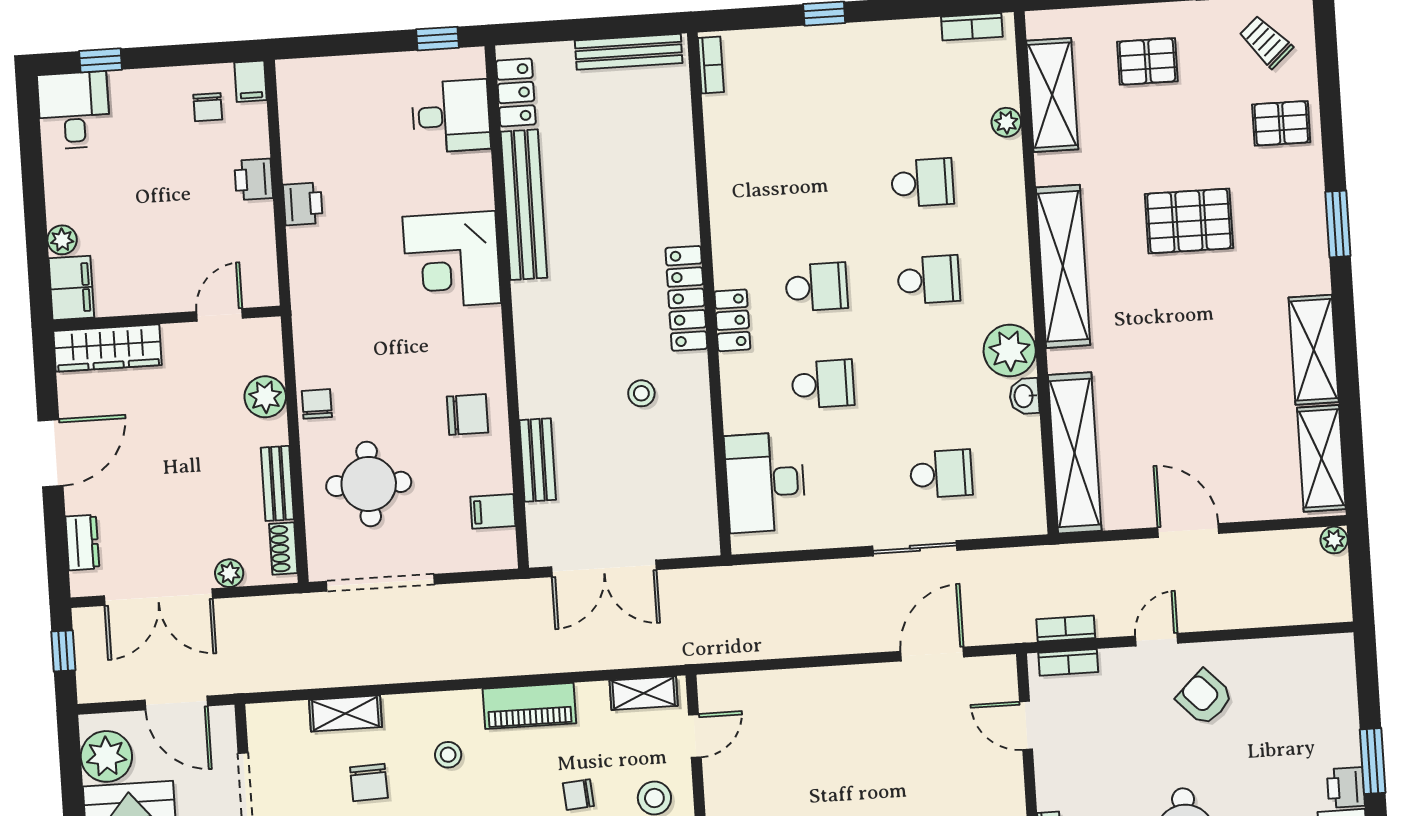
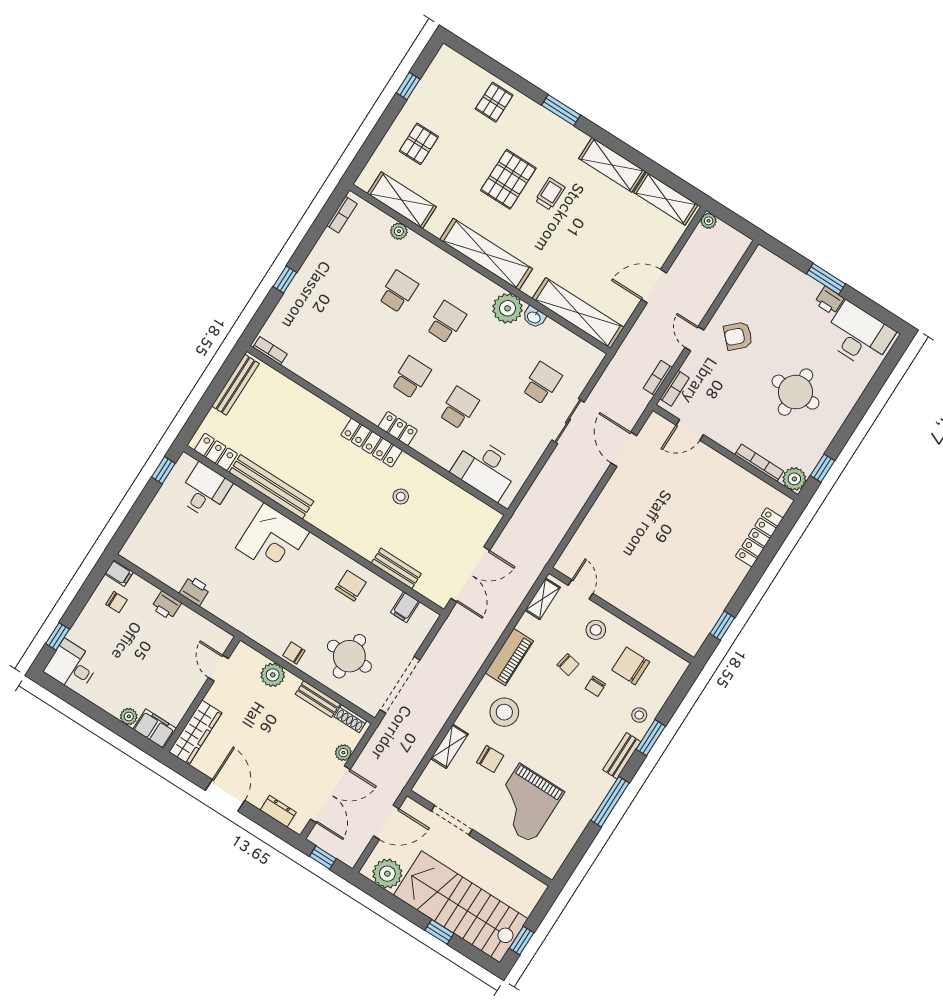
trolley: (1266, 42) -> (550, 194), moved, turned 132
stool: (448, 755) -> (504, 712), width x1.89, depth x1.89
chair: (578, 795) -> (568, 665), turned -74

